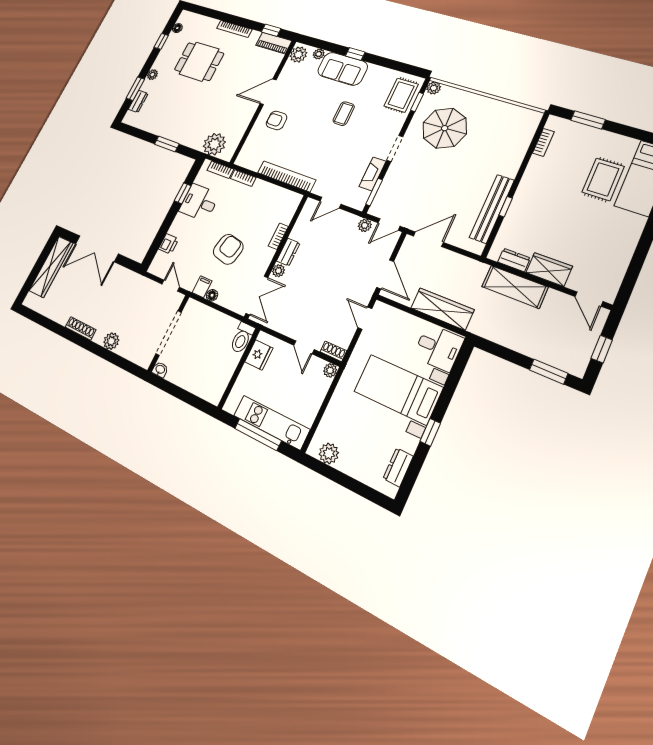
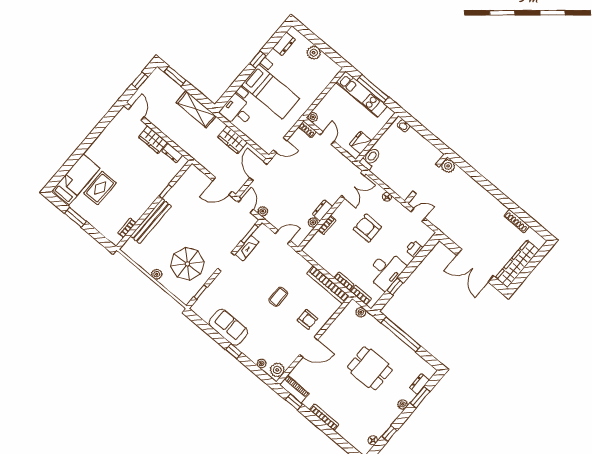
dining table: (199, 62) -> (370, 368), moved
sofa: (343, 69) -> (228, 327), moved
plant: (434, 88) -> (157, 274), moved
rug: (401, 95) -> (210, 302), removed
coffee table: (344, 114) -> (278, 297), moved
window: (588, 120) -> (75, 217), moved
window: (167, 144) -> (401, 334), width x2.11
plant: (214, 144) -> (361, 312), width x0.53, depth x0.53
bookcase: (286, 176) -> (328, 285), moved
desk: (199, 202) -> (386, 270), width x1.37
bench: (492, 209) -> (151, 221), moved
door: (389, 224) -> (246, 206), hinge flipped
double door: (97, 249) -> (475, 266), swing flipped
armchair: (228, 249) -> (367, 228), turned 78
plant: (279, 271) -> (313, 222), moved
door: (171, 286) -> (418, 215), swing flipped
filing cabinet: (202, 287) -> (393, 206), removed
shelving: (515, 287) -> (196, 109), moved
double door: (257, 296) -> (353, 186), swing flipped
wardrobe: (442, 309) -> (232, 140), width x0.67
door: (365, 318) -> (280, 145), hinge flipped
shoe rack: (81, 328) -> (517, 221), moved
plant: (111, 341) -> (448, 166), moved
washbasin: (160, 370) -> (404, 126), moved
plant: (329, 453) -> (314, 53), moved

